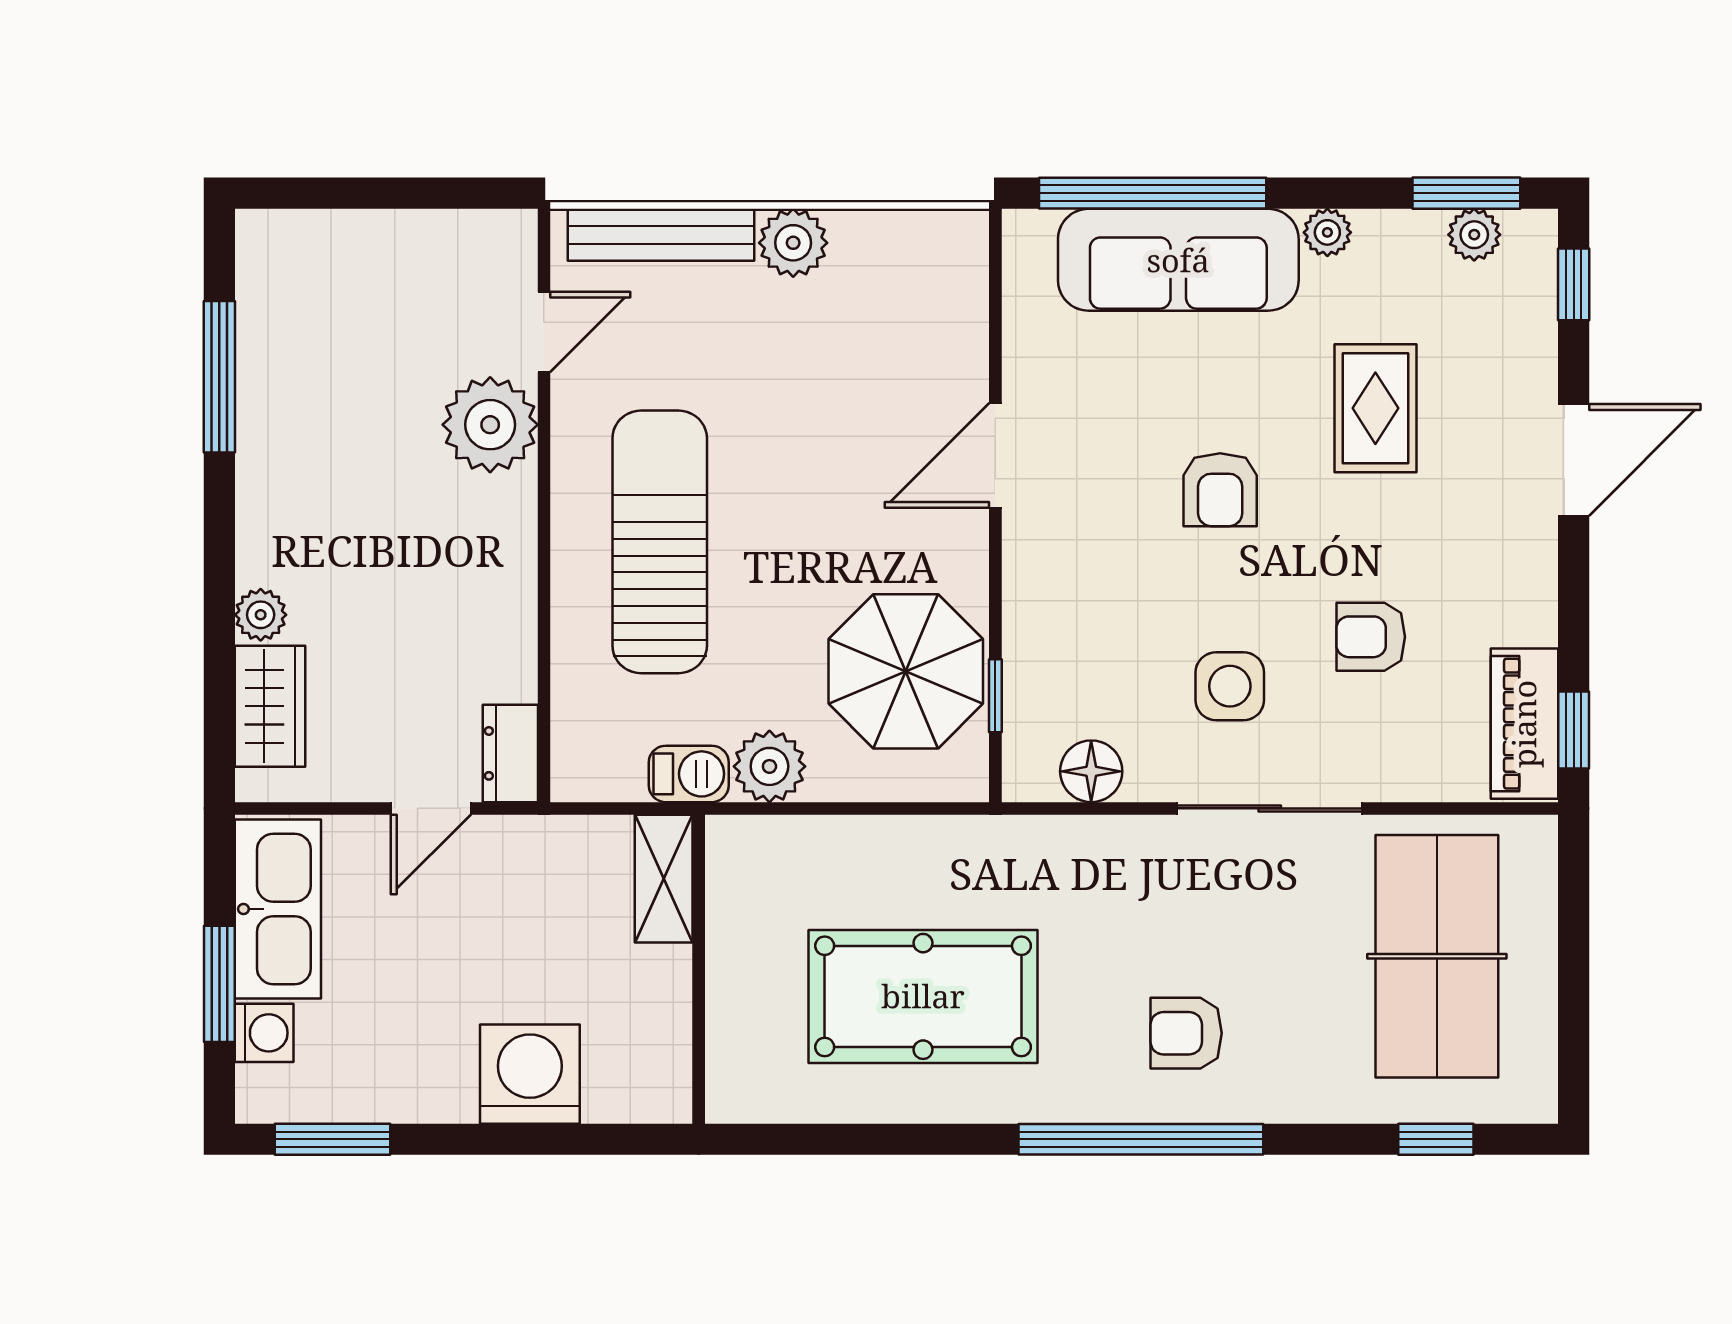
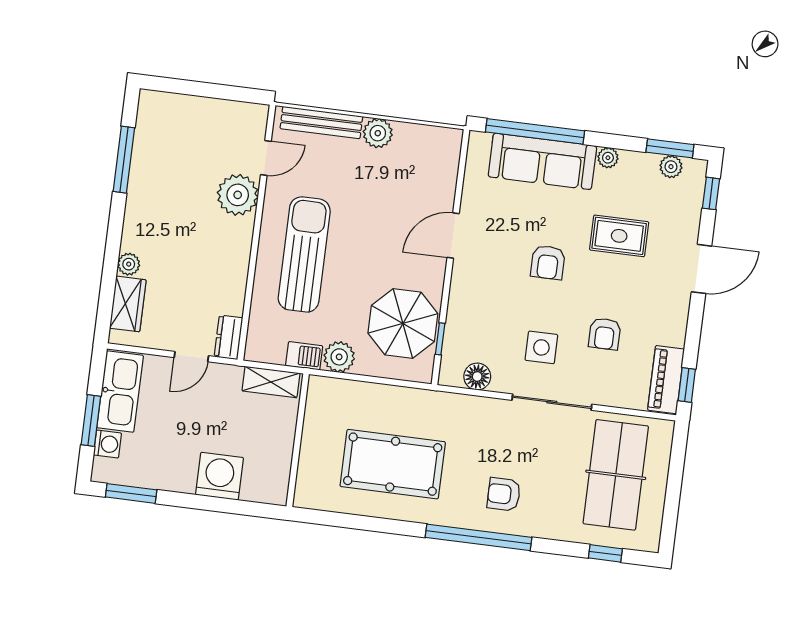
rug: (1375, 408) -> (619, 236), turned 90
armchair: (1371, 637) -> (605, 334), turned -90
shelving: (664, 879) -> (271, 382), moved, turned 90

